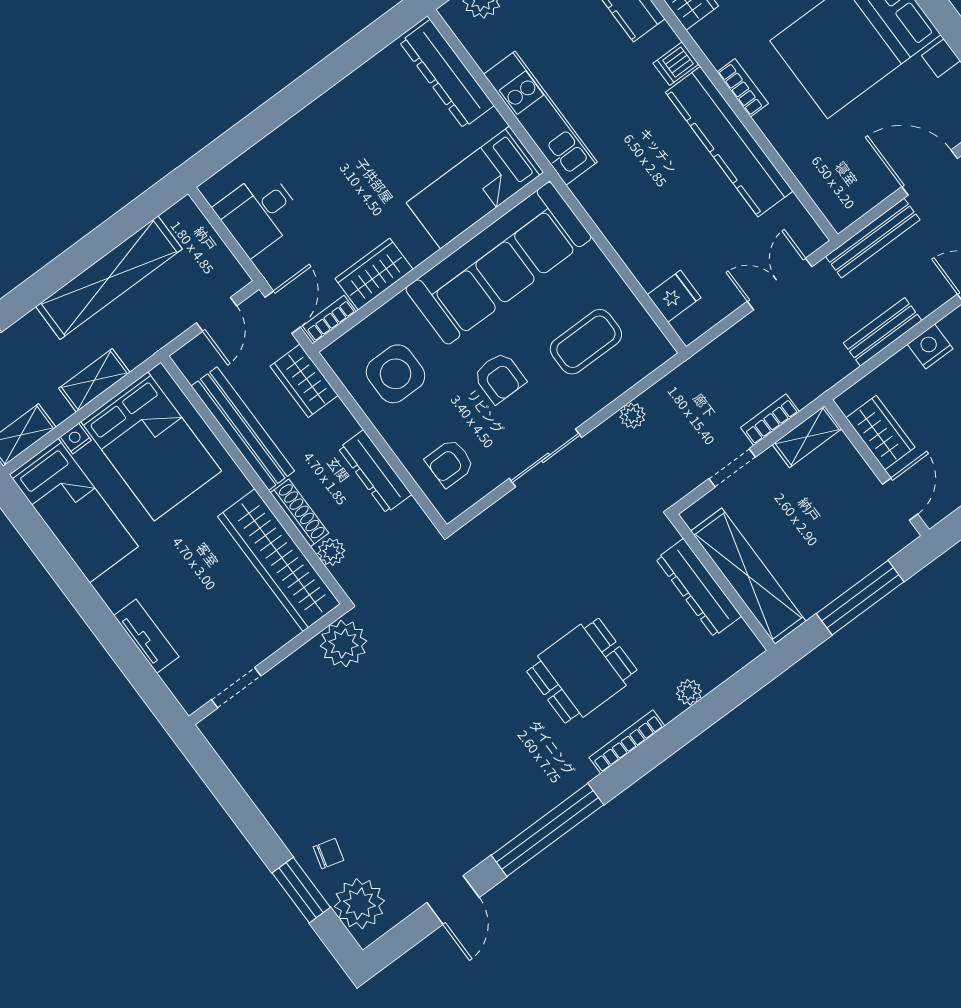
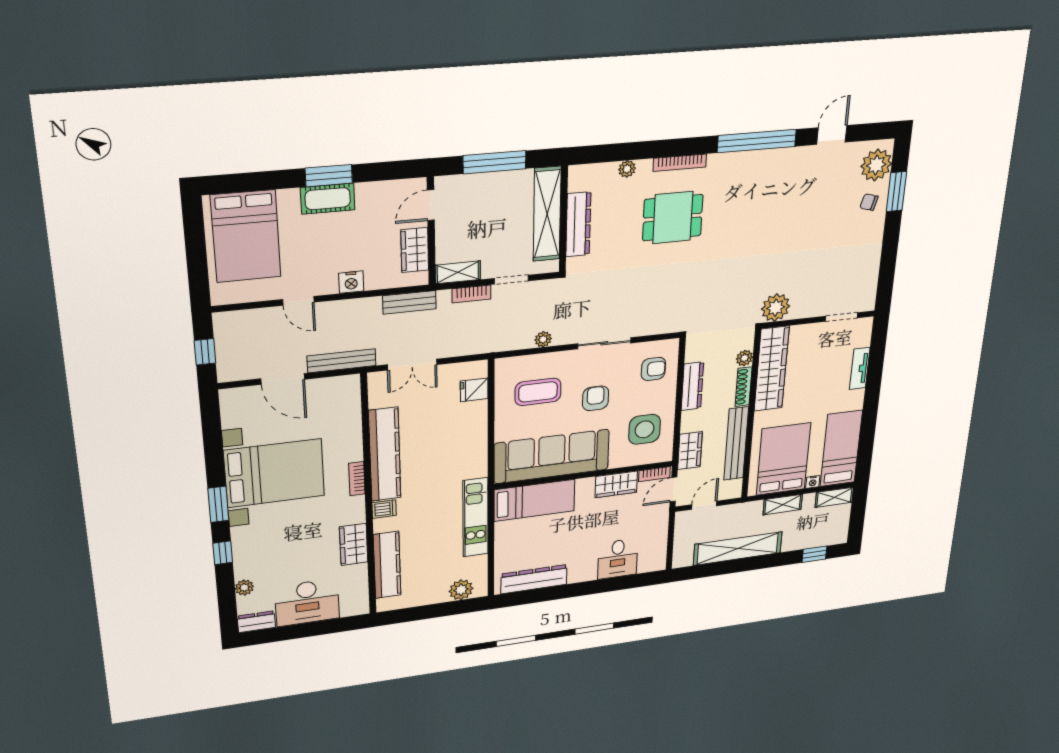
dresser: (447, 74) -> (534, 579), moved, turned -90
desk: (259, 213) -> (618, 559), moved, turned 90
bench: (883, 332) -> (409, 302), moved

